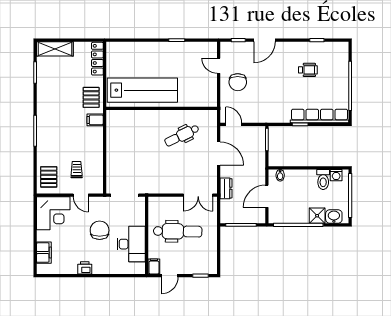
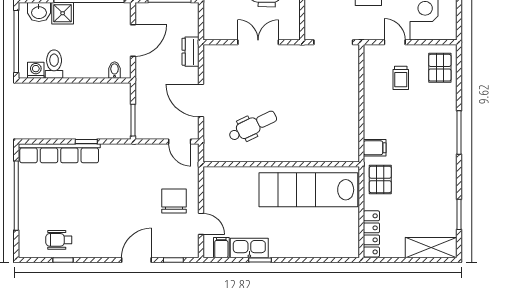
kitchen sink: (184, 49) -> (249, 248), added
filing cabinet: (204, 49) -> (221, 248), added
wheelchair: (308, 70) -> (59, 240), moved
double door: (198, 195) -> (258, 42), moved

